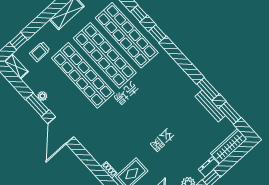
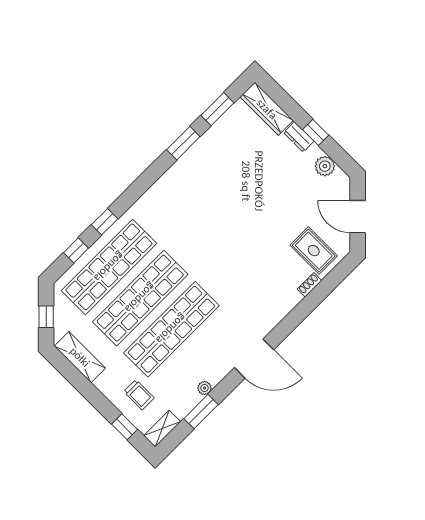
window: (37, 105) -> (201, 412), moved
bench: (210, 106) -> (208, 139), removed

